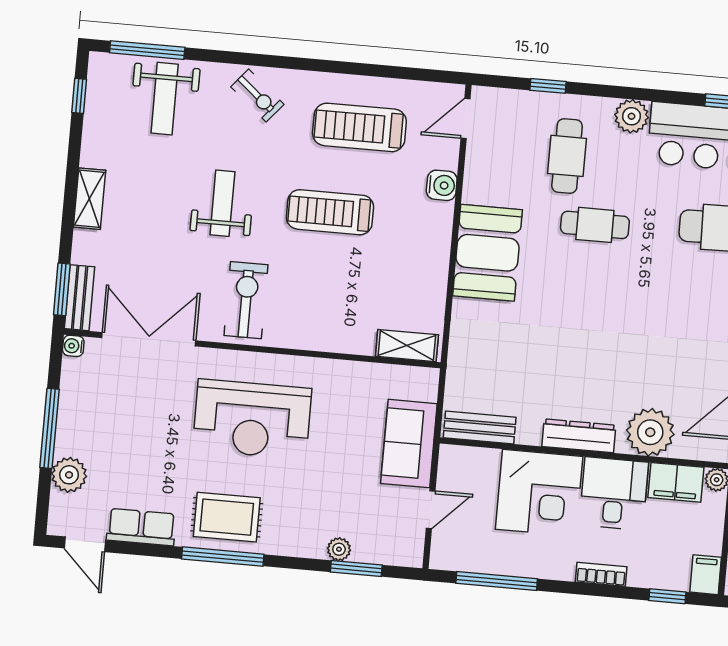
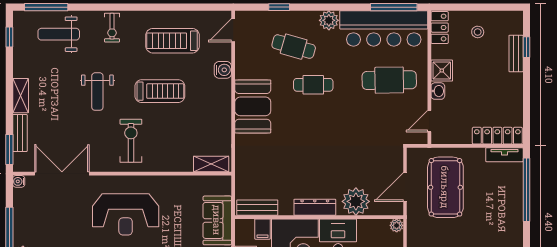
exercise bike: (257, 96) -> (112, 28), turned 50
weight bench: (165, 99) -> (59, 34), turned 90
cafe table: (567, 156) -> (294, 47), turned -74
weight bench: (222, 203) -> (97, 92), turned 180
treadmill: (330, 212) -> (160, 91), turned 180
bench: (80, 298) -> (20, 133), moved
exercise bike: (246, 300) -> (131, 141), moved
filing cabinet: (676, 482) -> (263, 229), moved, width x0.50

